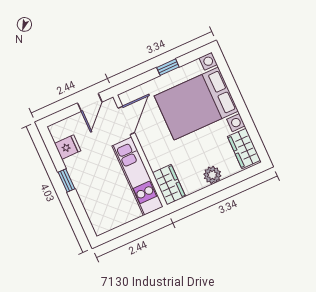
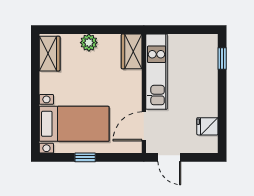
door: (90, 102) -> (169, 157), swing flipped
bed with nightstands: (196, 104) -> (74, 124), width x0.73
window: (66, 181) -> (222, 58), moved

